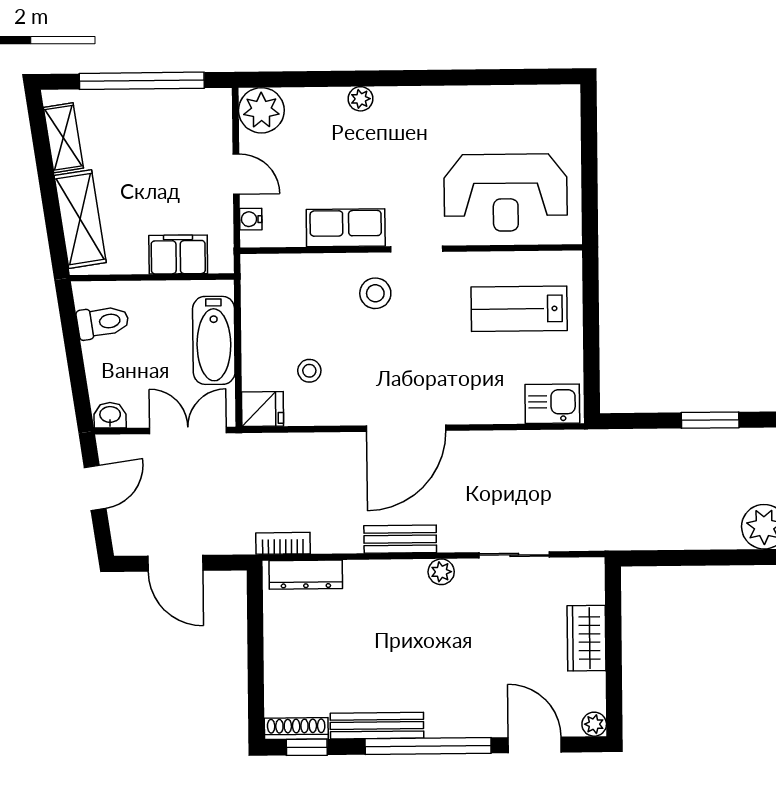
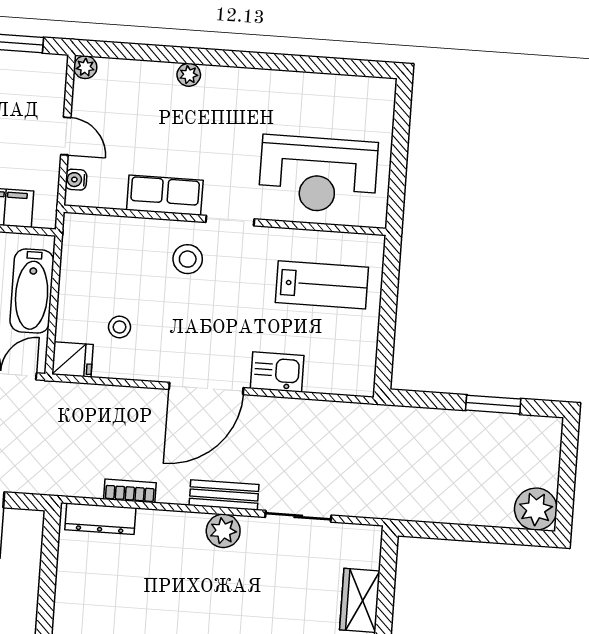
plant: (261, 110) -> (85, 67), width x0.53, depth x0.53
lab bench: (519, 309) -> (322, 285), turned 180
kitchen sink: (552, 404) -> (277, 372), moved
bench: (400, 539) -> (224, 495), moved
bookcase: (283, 543) -> (130, 491), moved
plant: (441, 572) -> (223, 531), width x1.38, depth x1.38

